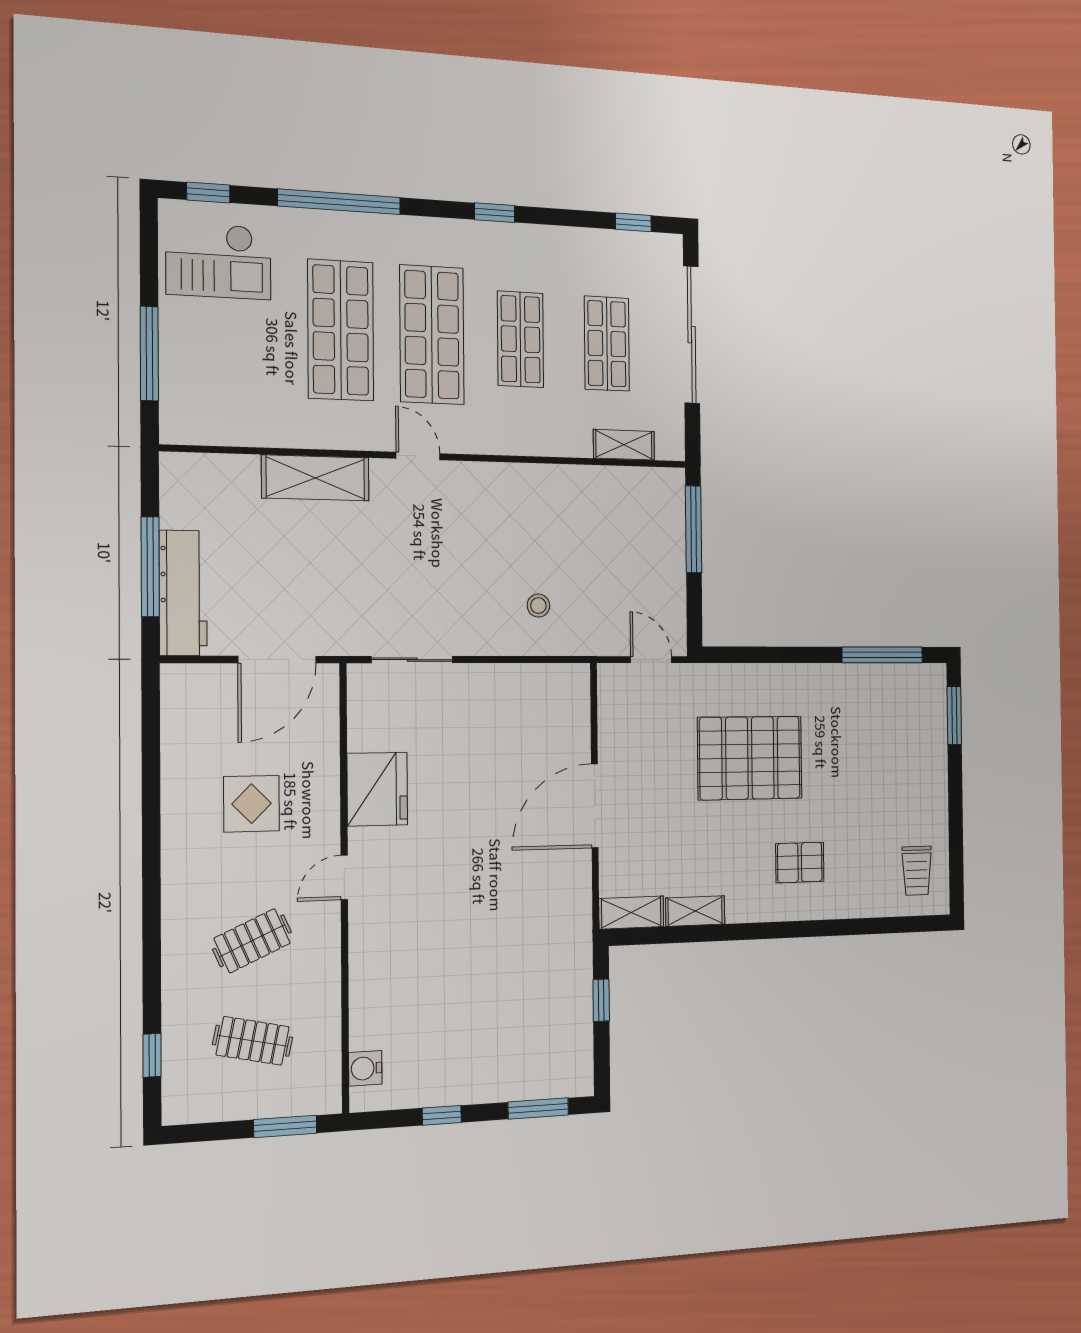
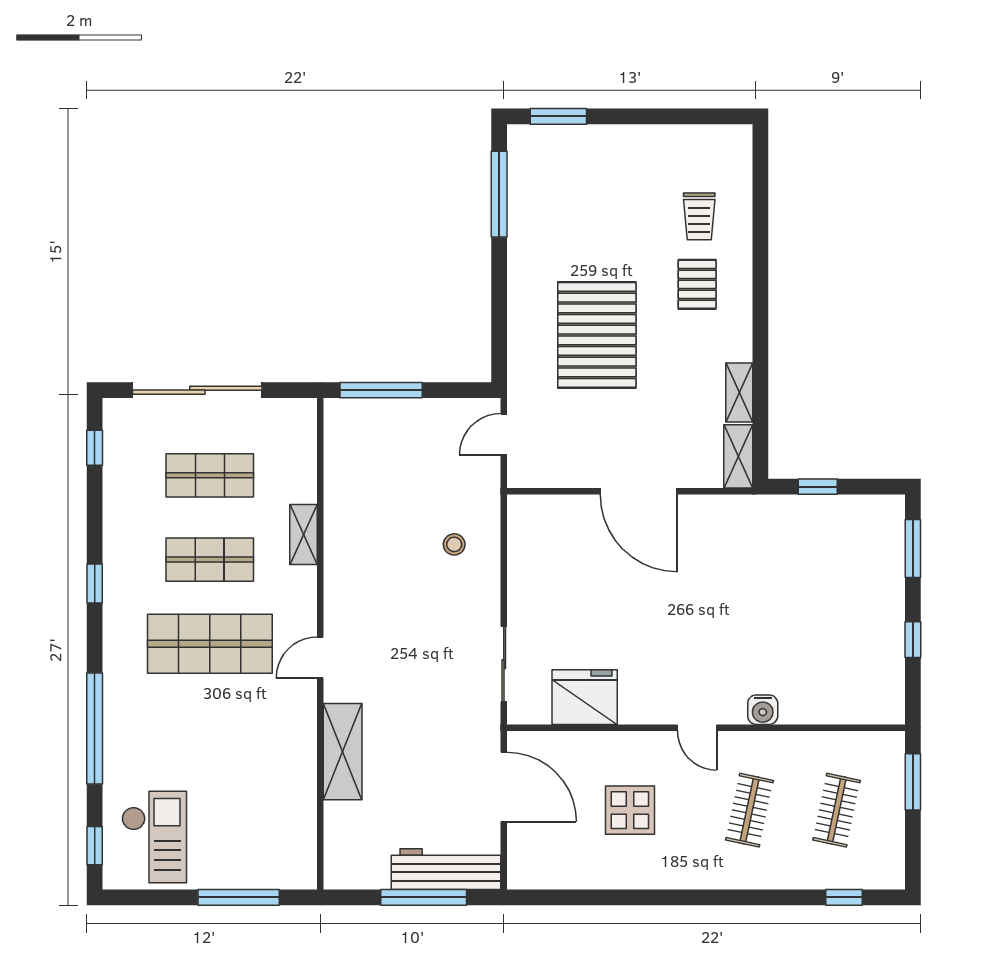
shop shelf: (341, 330) -> (210, 728), removed
shelving: (624, 445) -> (304, 535), moved
fridge: (377, 789) -> (585, 697), moved
trolley: (917, 871) -> (699, 216), moved, turned 90
clothes rail: (252, 941) -> (750, 810), turned 36
water cooler: (365, 1068) -> (763, 710), moved

